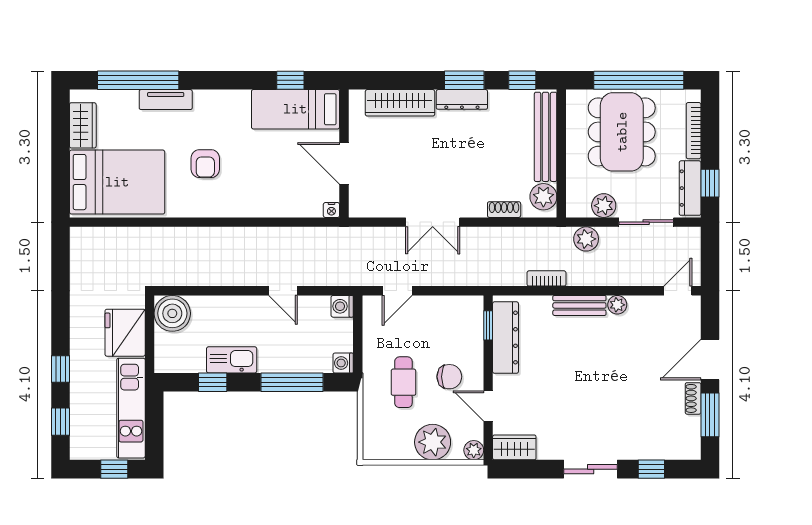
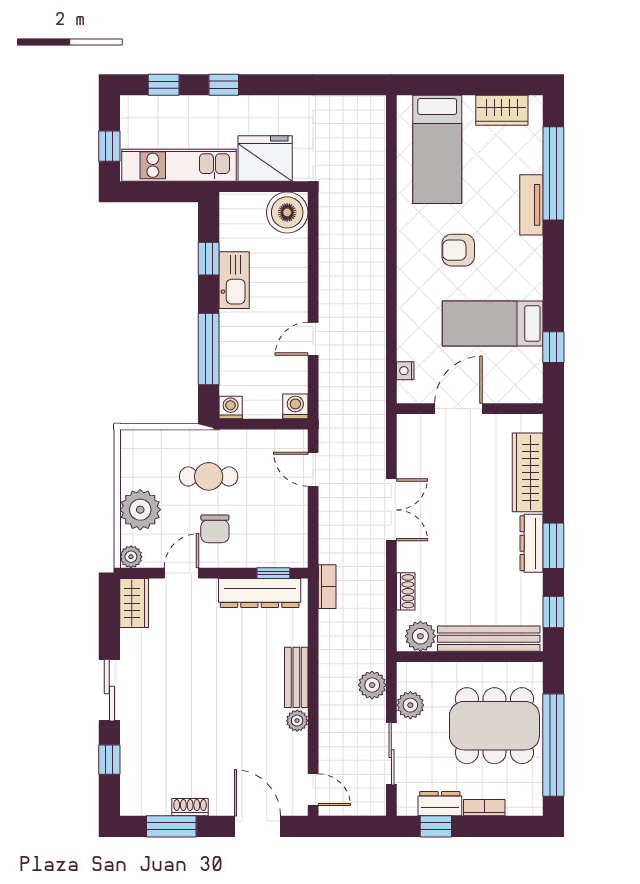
bed: (295, 109) -> (493, 323), moved, turned -90
bookcase: (694, 131) -> (484, 808), width x0.64
bed: (117, 182) -> (437, 149), width x0.67
dresser: (690, 188) -> (440, 804), width x0.70
nightstand: (331, 210) -> (405, 371), moved
double door: (433, 222) -> (391, 510), swing flipped
bookcase: (546, 278) -> (327, 587), moved
door: (710, 360) -> (257, 826), moved

